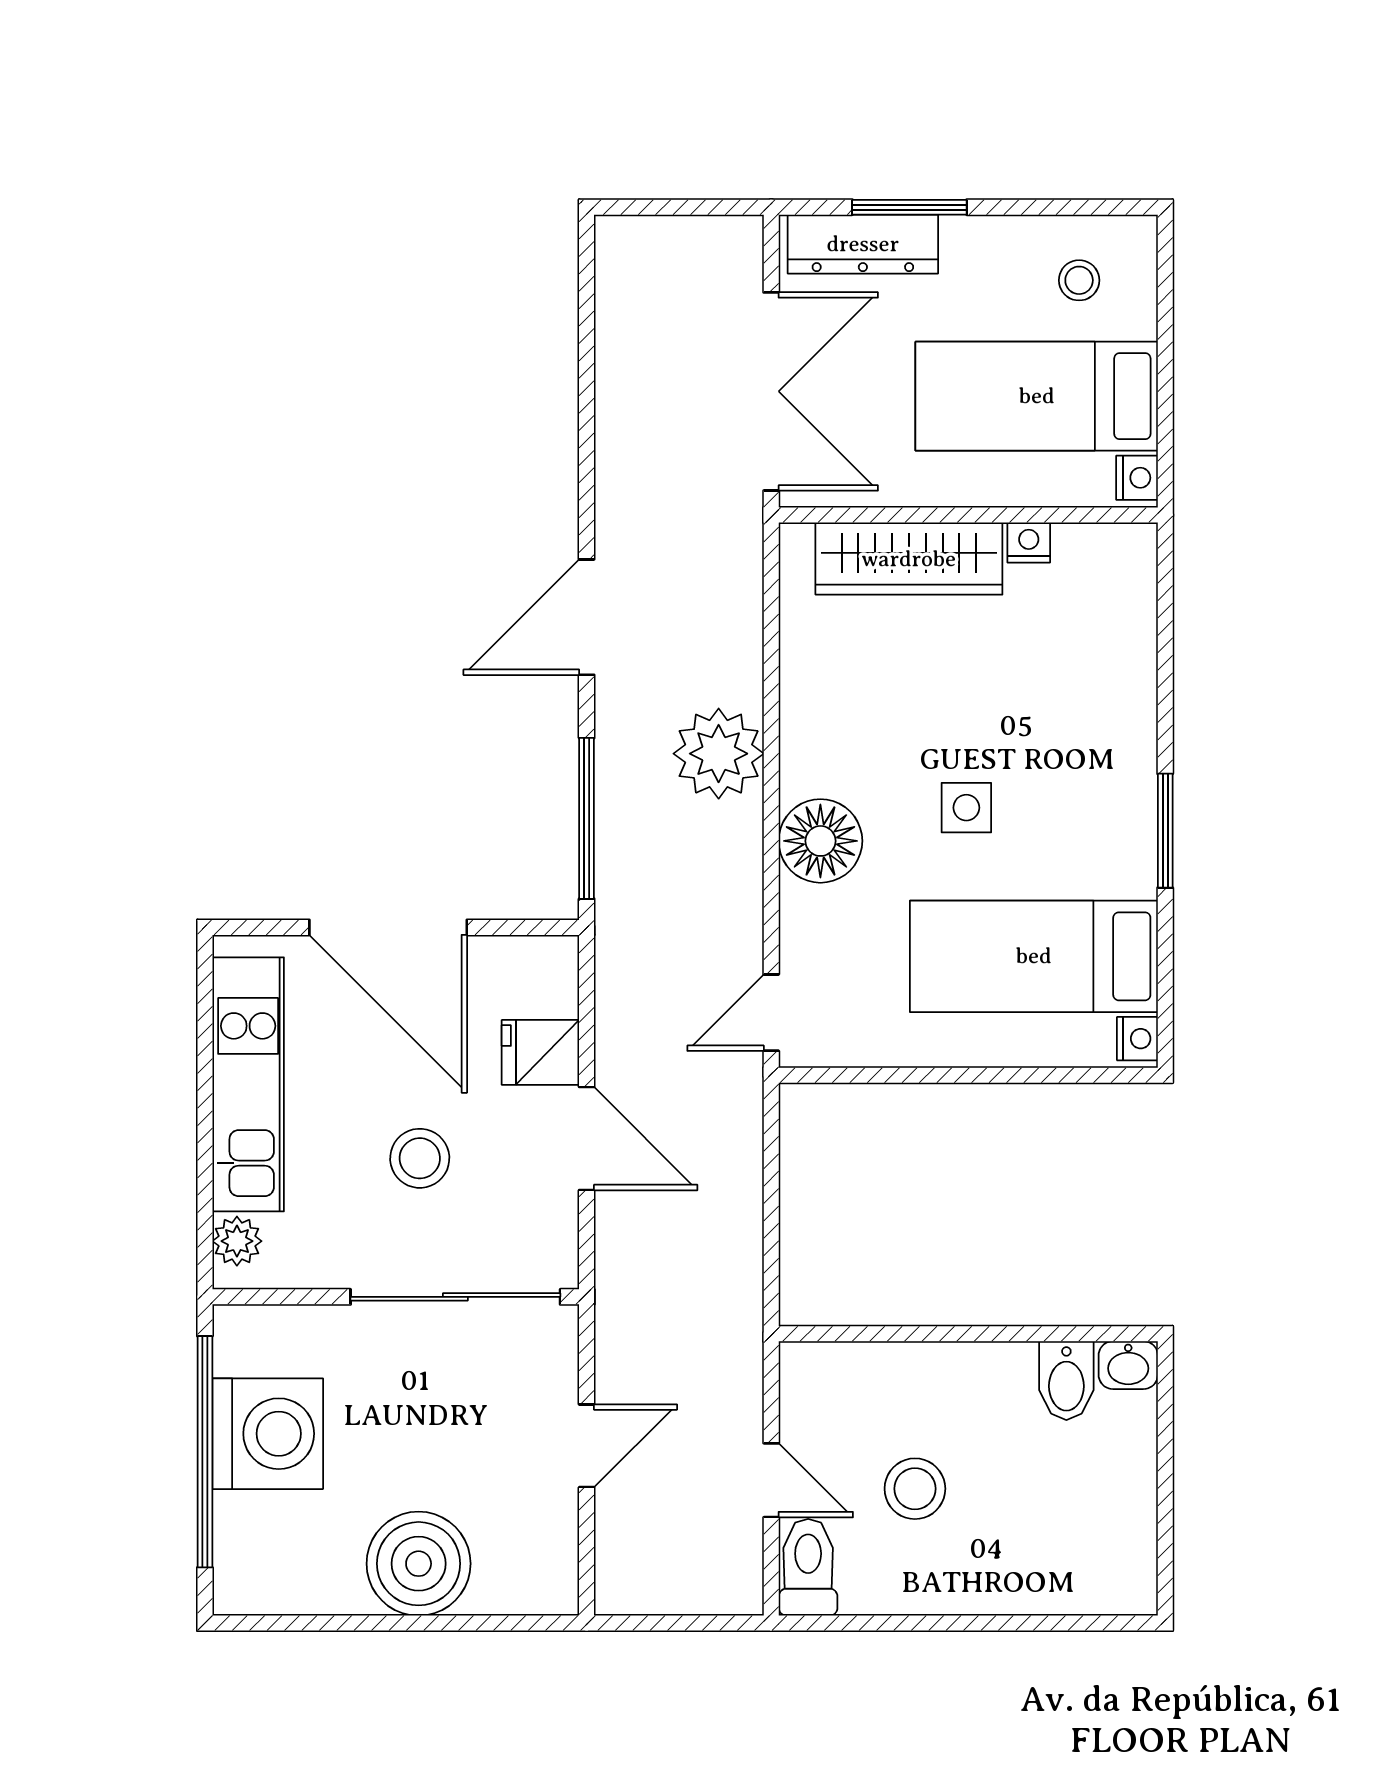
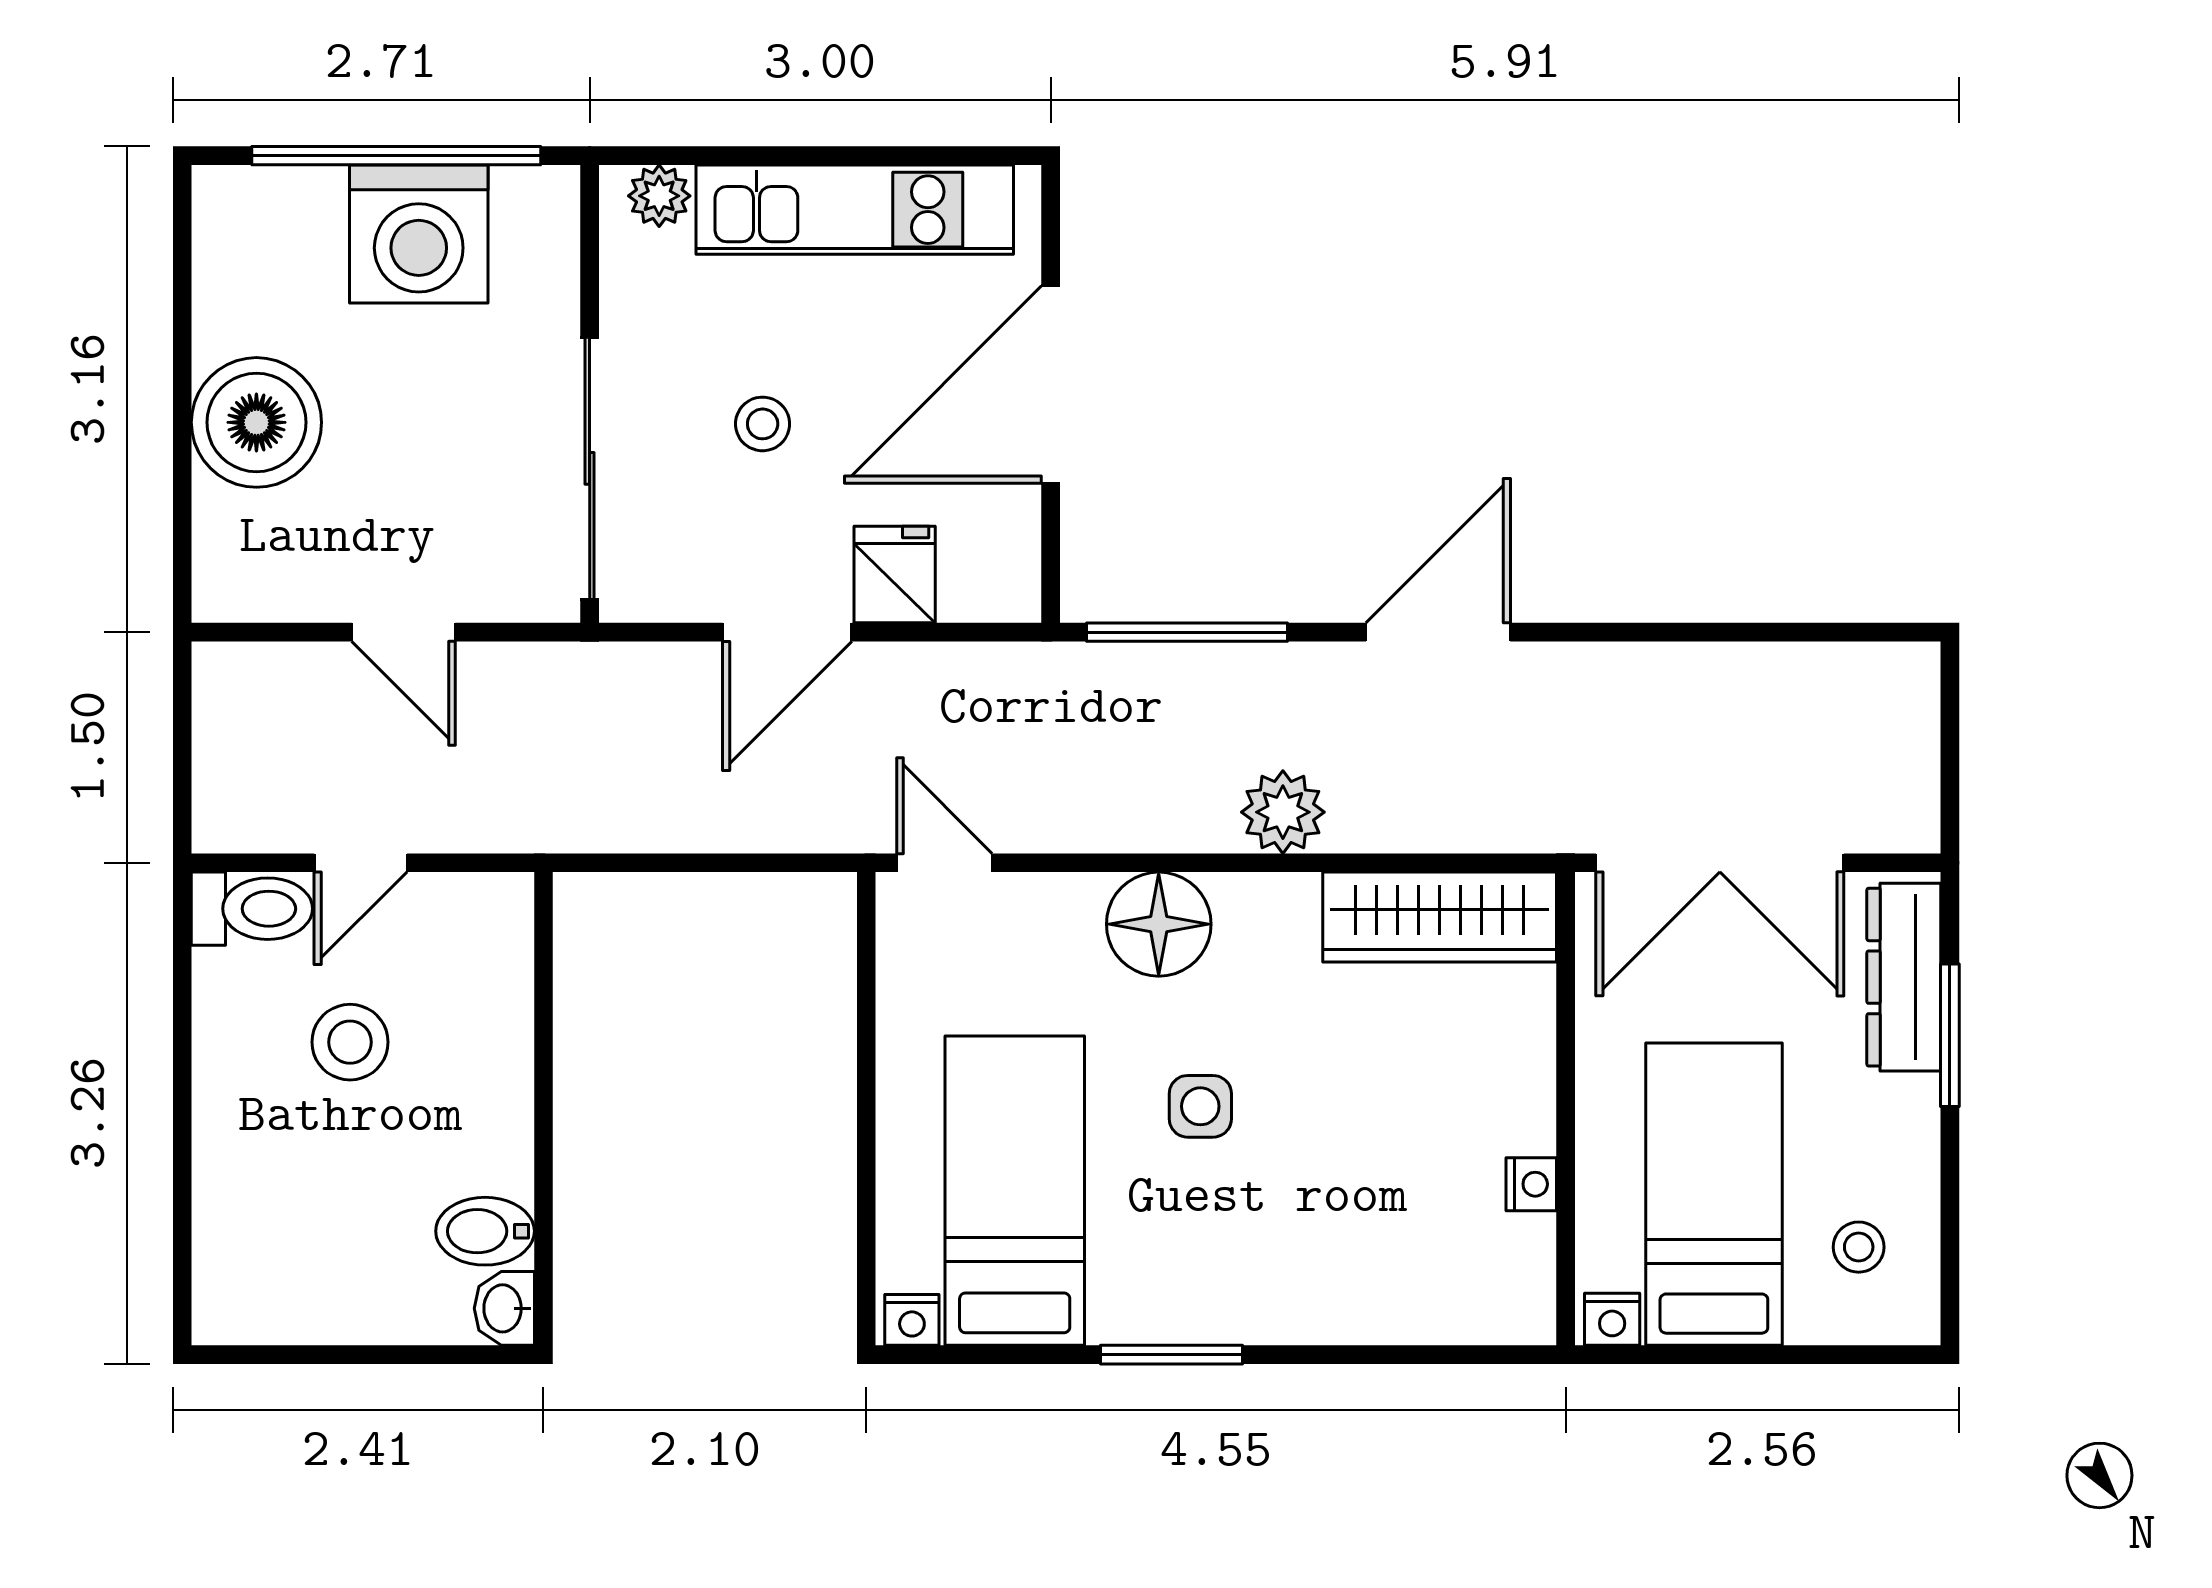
wardrobe: (909, 559) -> (1440, 917), moved, turned -90
door: (587, 617) -> (1438, 632), hinge flipped
plant: (719, 754) -> (1283, 812), width x0.73, depth x0.73
stool: (420, 1158) -> (763, 424), width x0.73, depth x0.73

